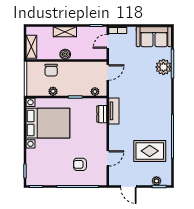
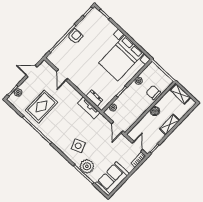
side table: (153, 90) -> (78, 146), added
armchair: (80, 164) -> (75, 36), moved

